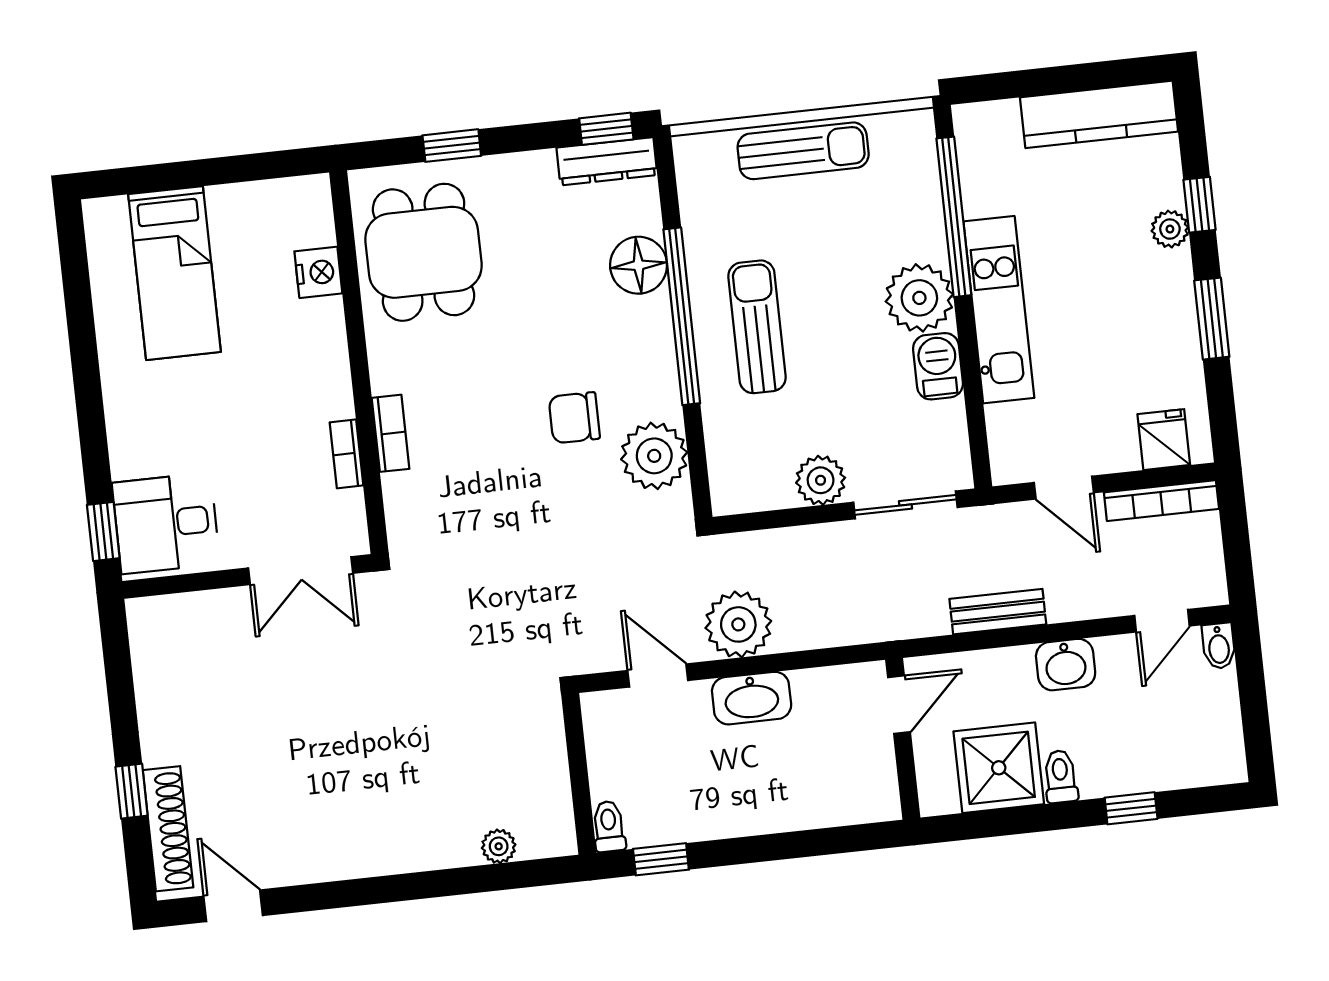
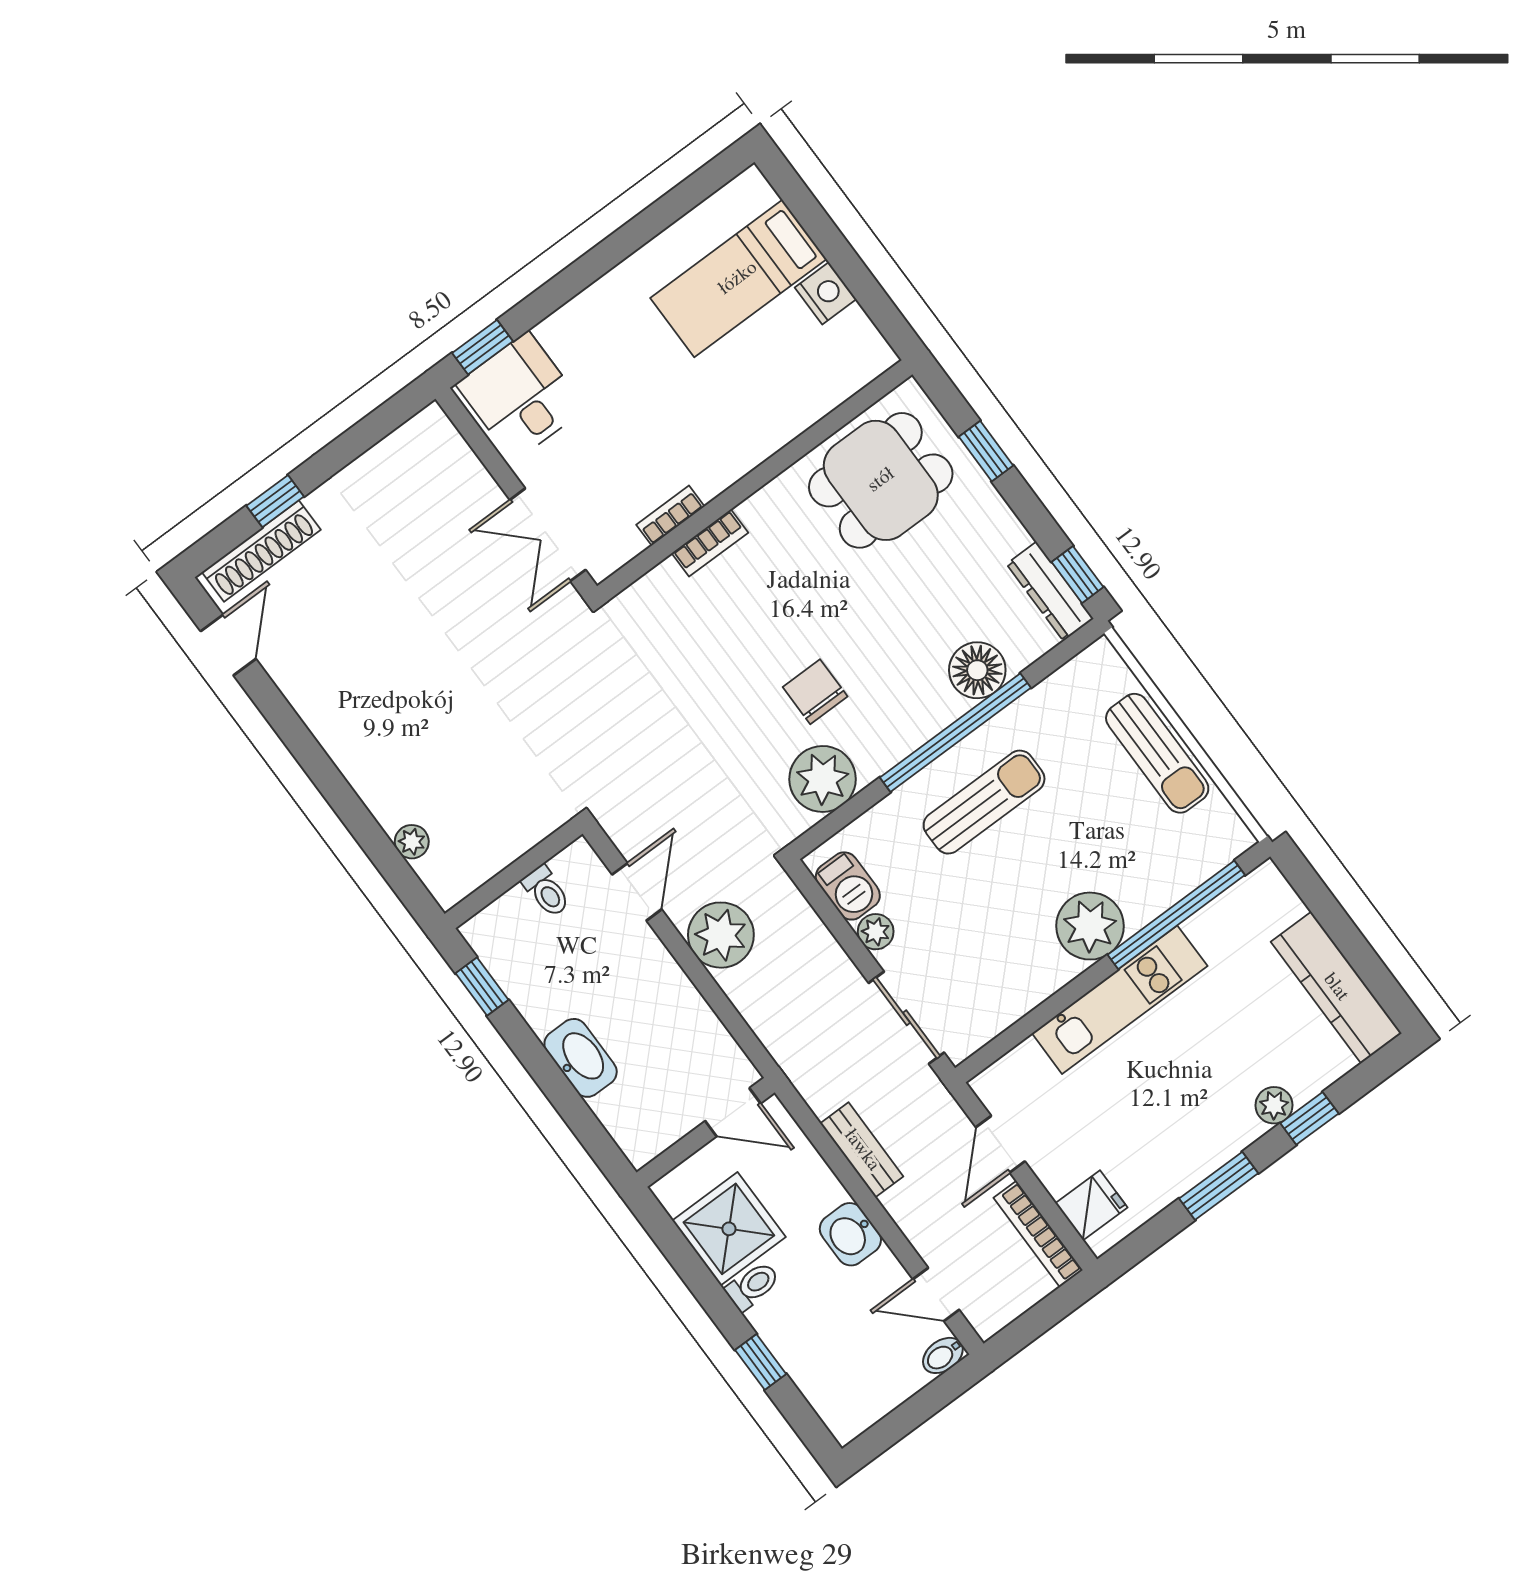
nightstand: (318, 272) -> (826, 293), moved, turned -90
barbecue: (938, 366) -> (848, 886), moved, turned 90
plant: (821, 480) -> (876, 932), width x0.73, depth x0.73
washbasin: (752, 698) -> (581, 1058), moved, turned 180
toilet: (609, 826) -> (546, 891), moved, turned 90

